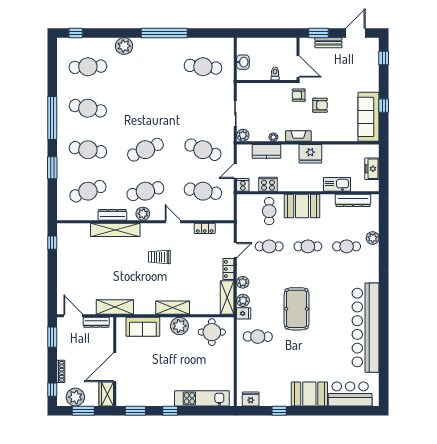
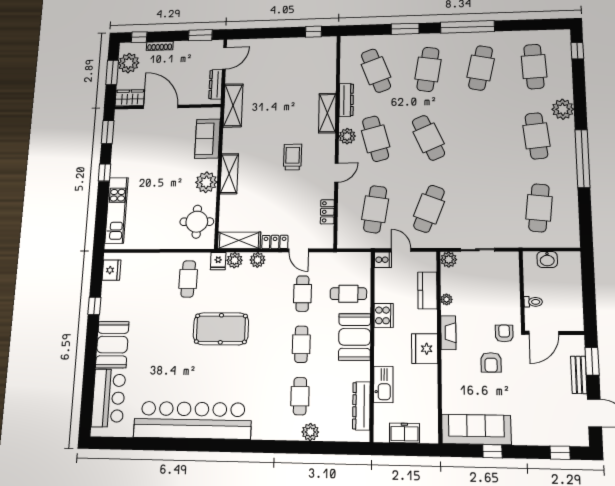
cafe table: (145, 67) -> (536, 136), added
cooker: (268, 184) -> (384, 315), moved
shelving: (115, 230) -> (327, 113), width x0.68

